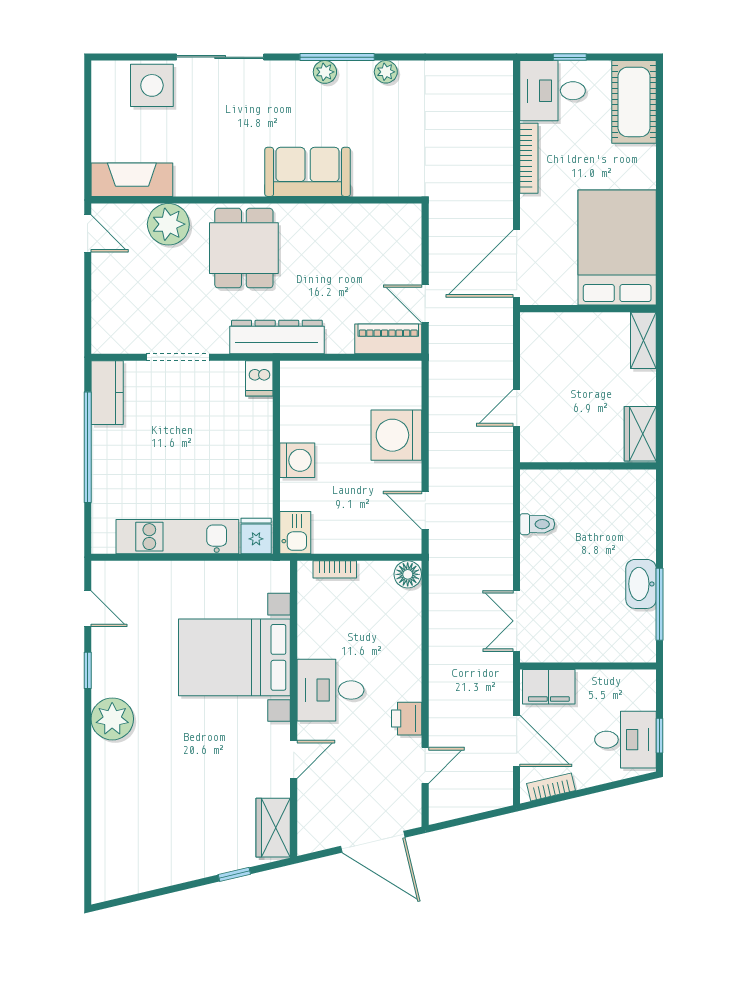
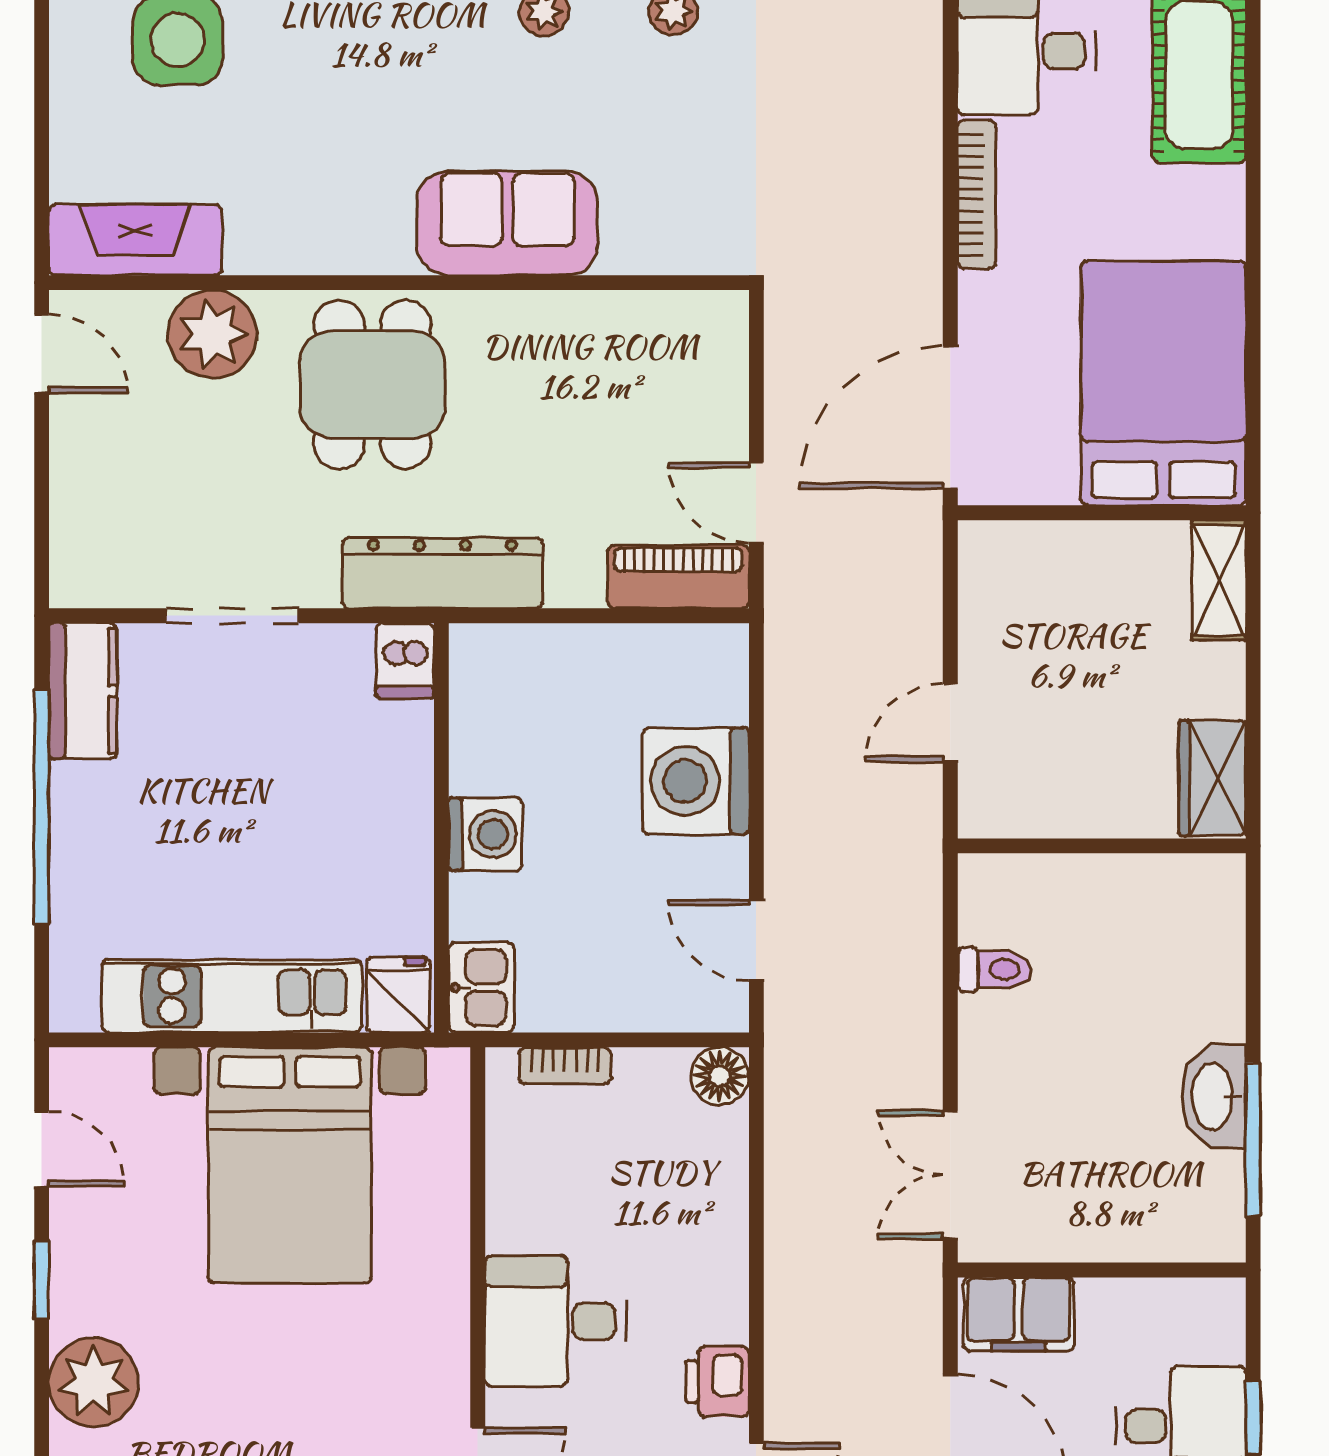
bed with nightstands: (234, 657) -> (290, 1165), moved, turned -90

